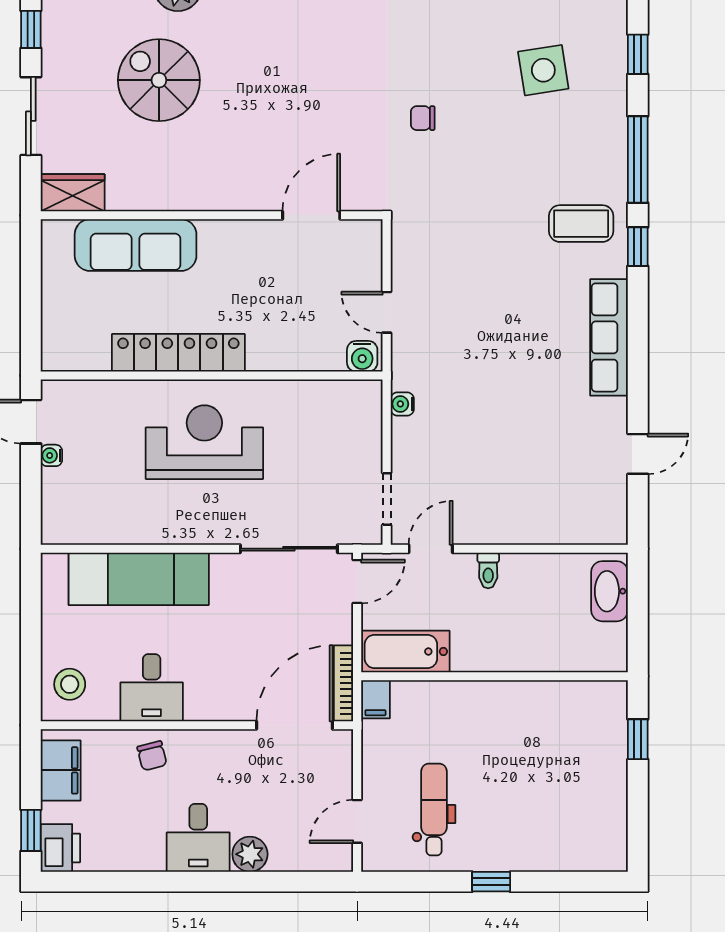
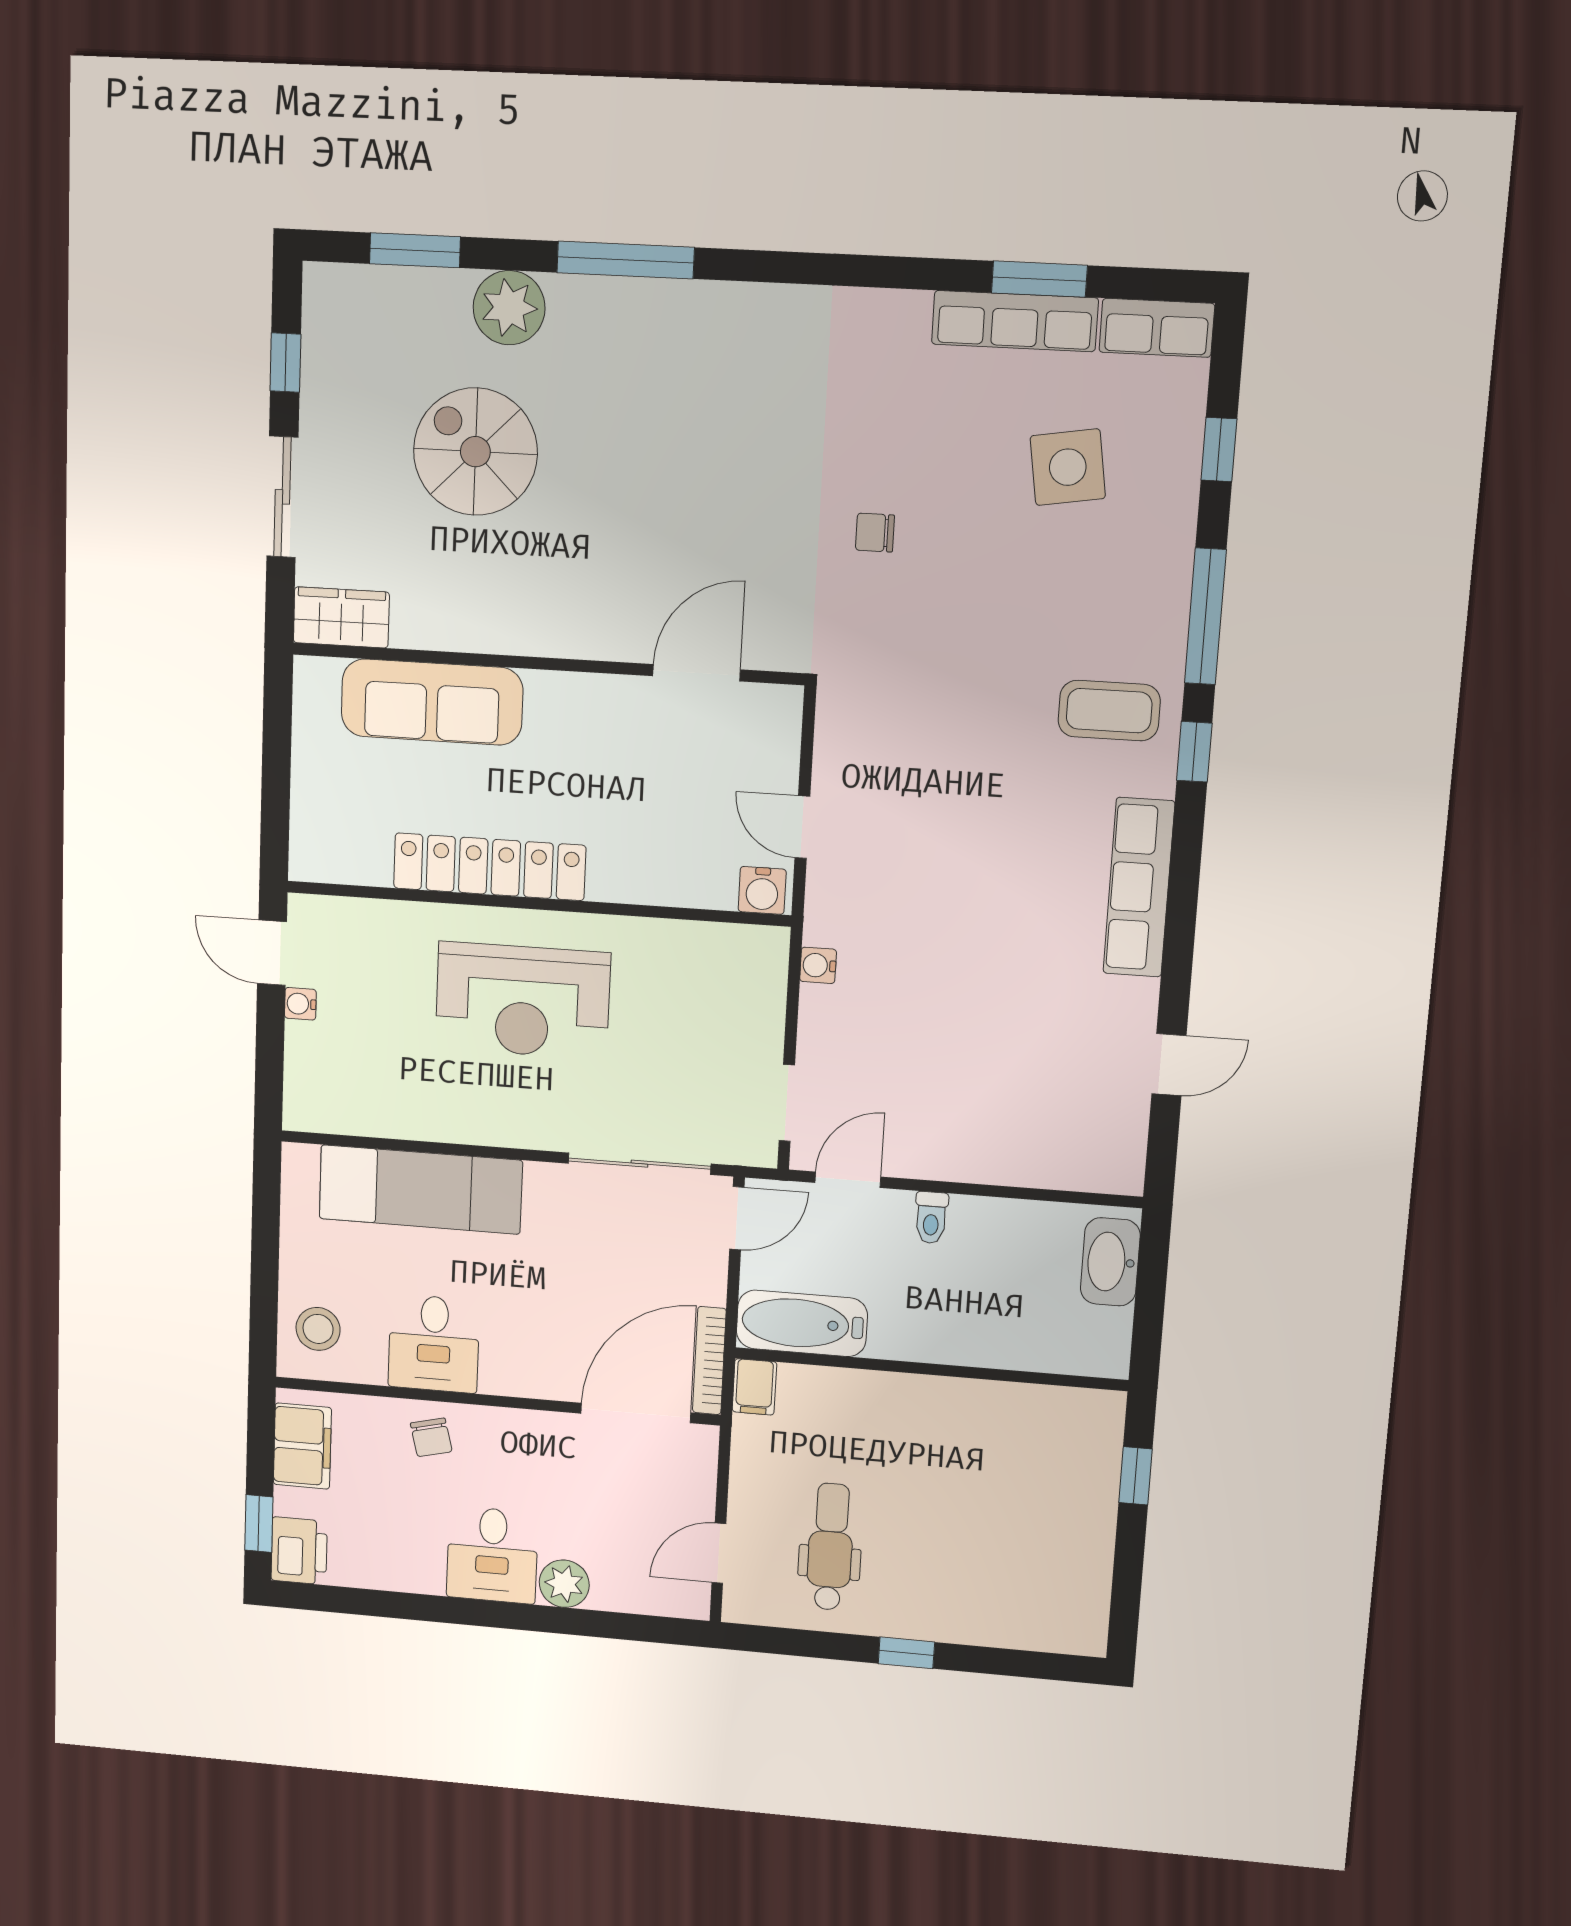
reception desk: (204, 442) -> (523, 1001), turned 180

